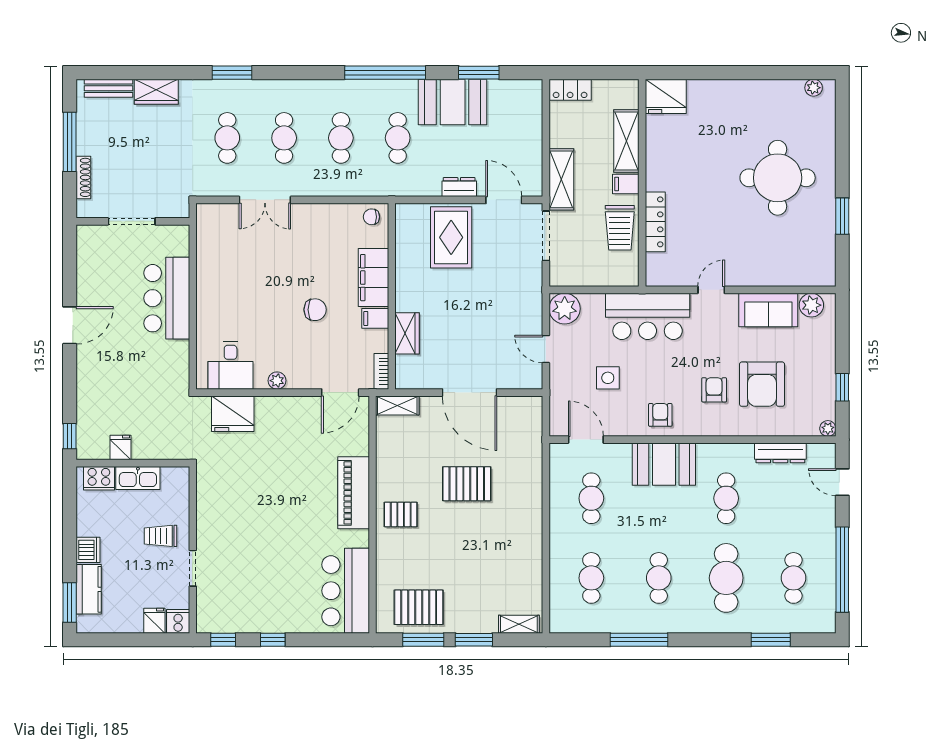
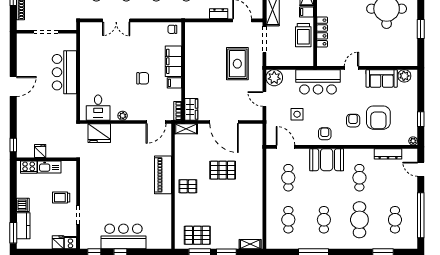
rug: (451, 237) -> (237, 64), moved
wardrobe: (407, 333) -> (191, 109), moved
bar counter: (346, 591) -> (123, 236), moved, turned 90

